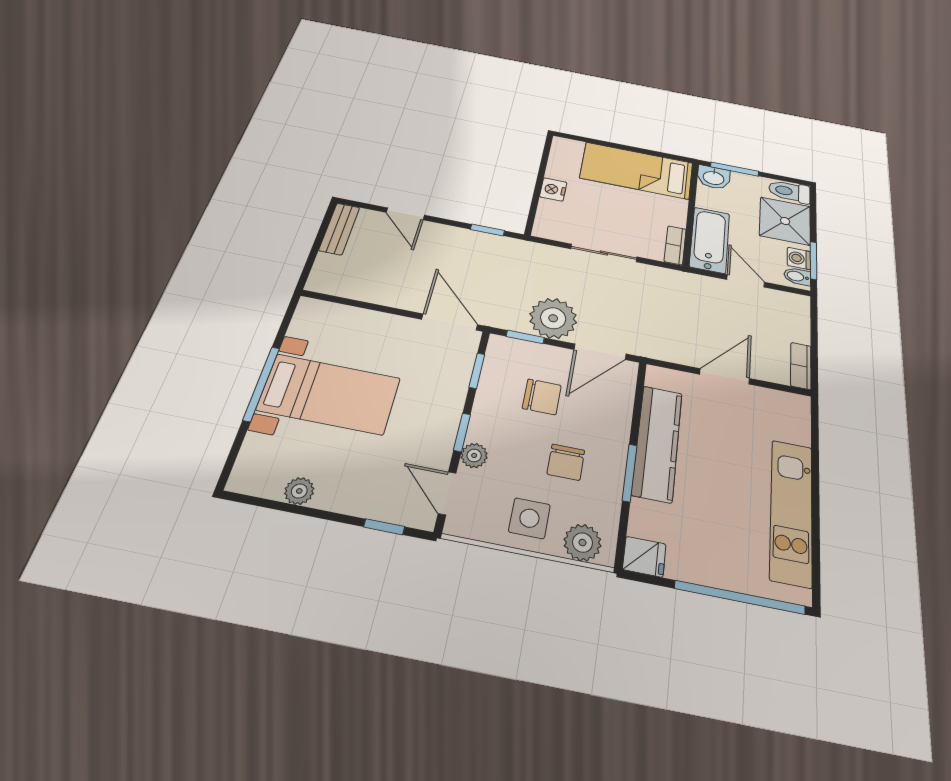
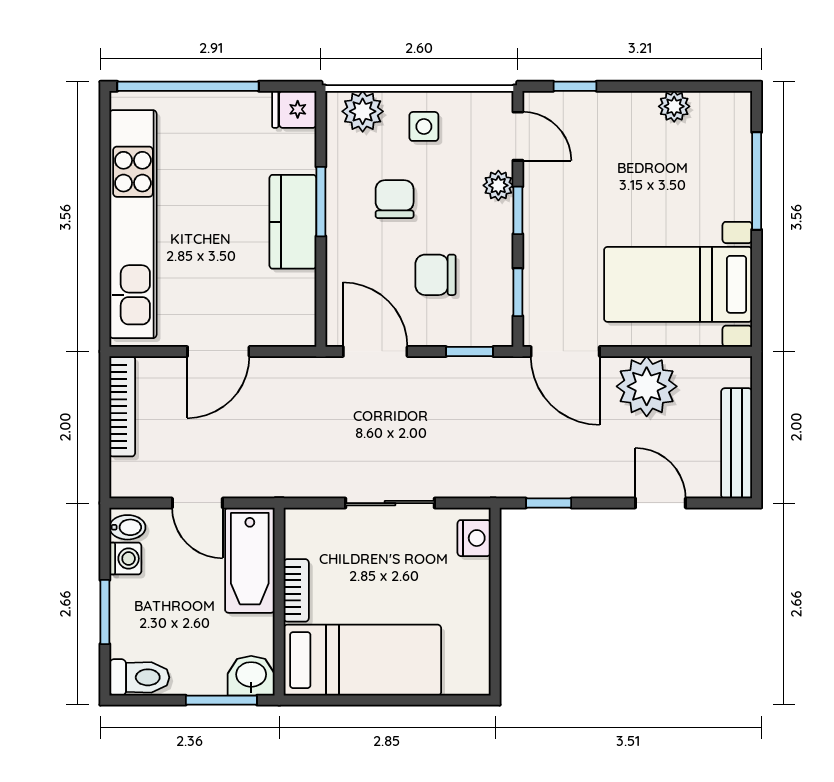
nightstand: (553, 189) -> (474, 538), moved
shower: (785, 221) -> (145, 620), removed
bench: (339, 229) -> (737, 443), width x1.36
bookcase: (675, 245) -> (296, 590), moved
window: (814, 261) -> (105, 612), moved
plant: (553, 318) -> (647, 386), moved
door: (600, 352) -> (375, 351), hinge flipped
bookcase: (801, 366) -> (122, 406), width x1.56
window: (261, 384) -> (757, 181), moved
bed with nightstands: (329, 394) -> (678, 284), moved
kitchen counter: (657, 443) -> (293, 222), width x0.67
kitchen unit: (791, 511) -> (133, 224), width x1.36
side table: (529, 518) -> (424, 126), width x0.73, depth x0.73

